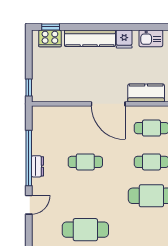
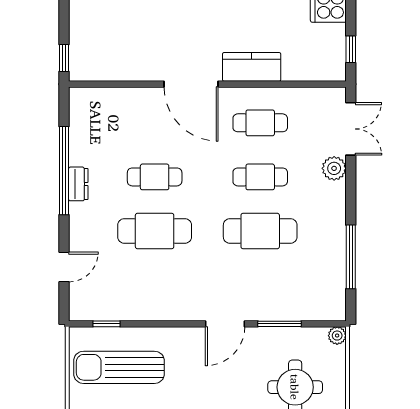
door: (29, 205) -> (64, 267), moved
cafe table: (85, 230) -> (155, 231), moved

